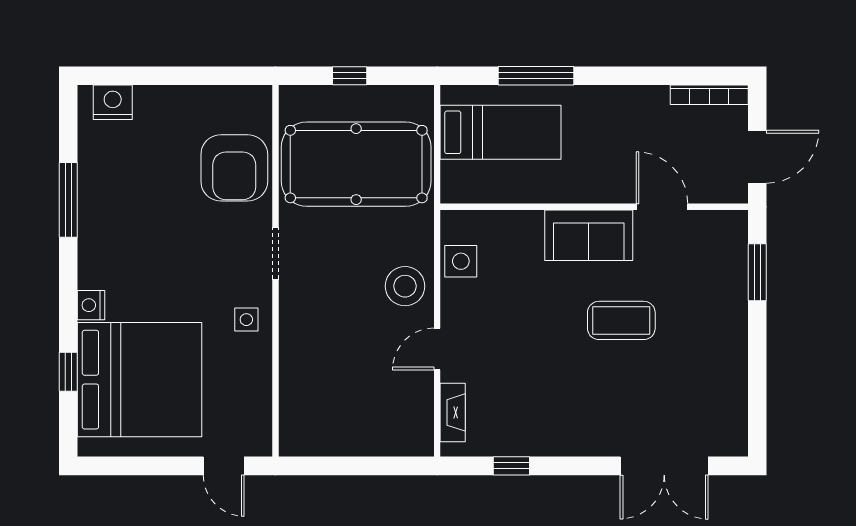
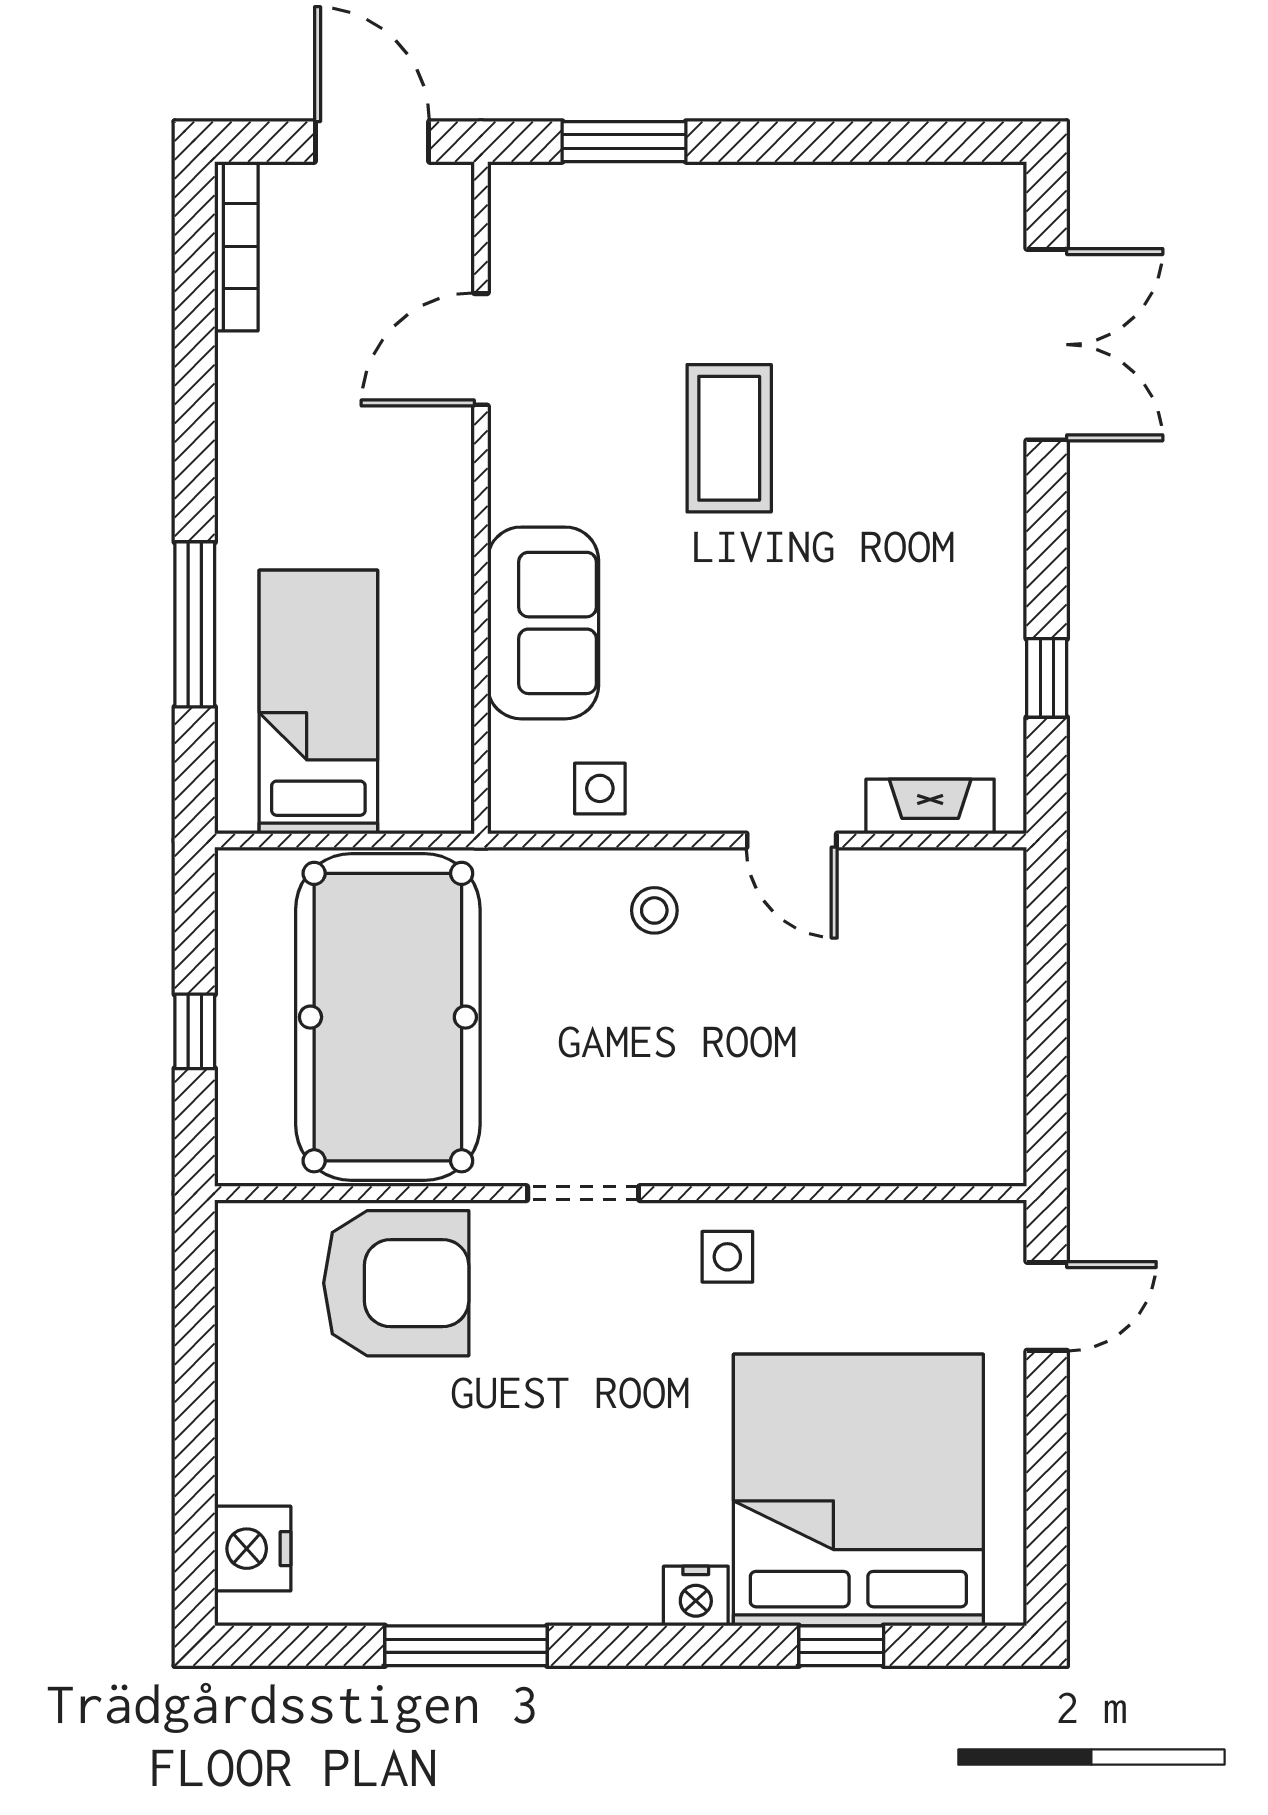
sofa: (589, 235) -> (543, 623), moved
side table: (461, 261) -> (600, 788), width x0.73, depth x0.73
stool: (405, 286) -> (654, 910), width x0.53, depth x0.53

